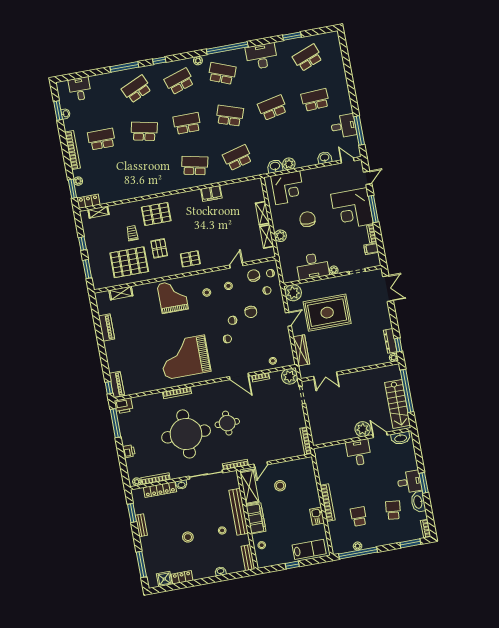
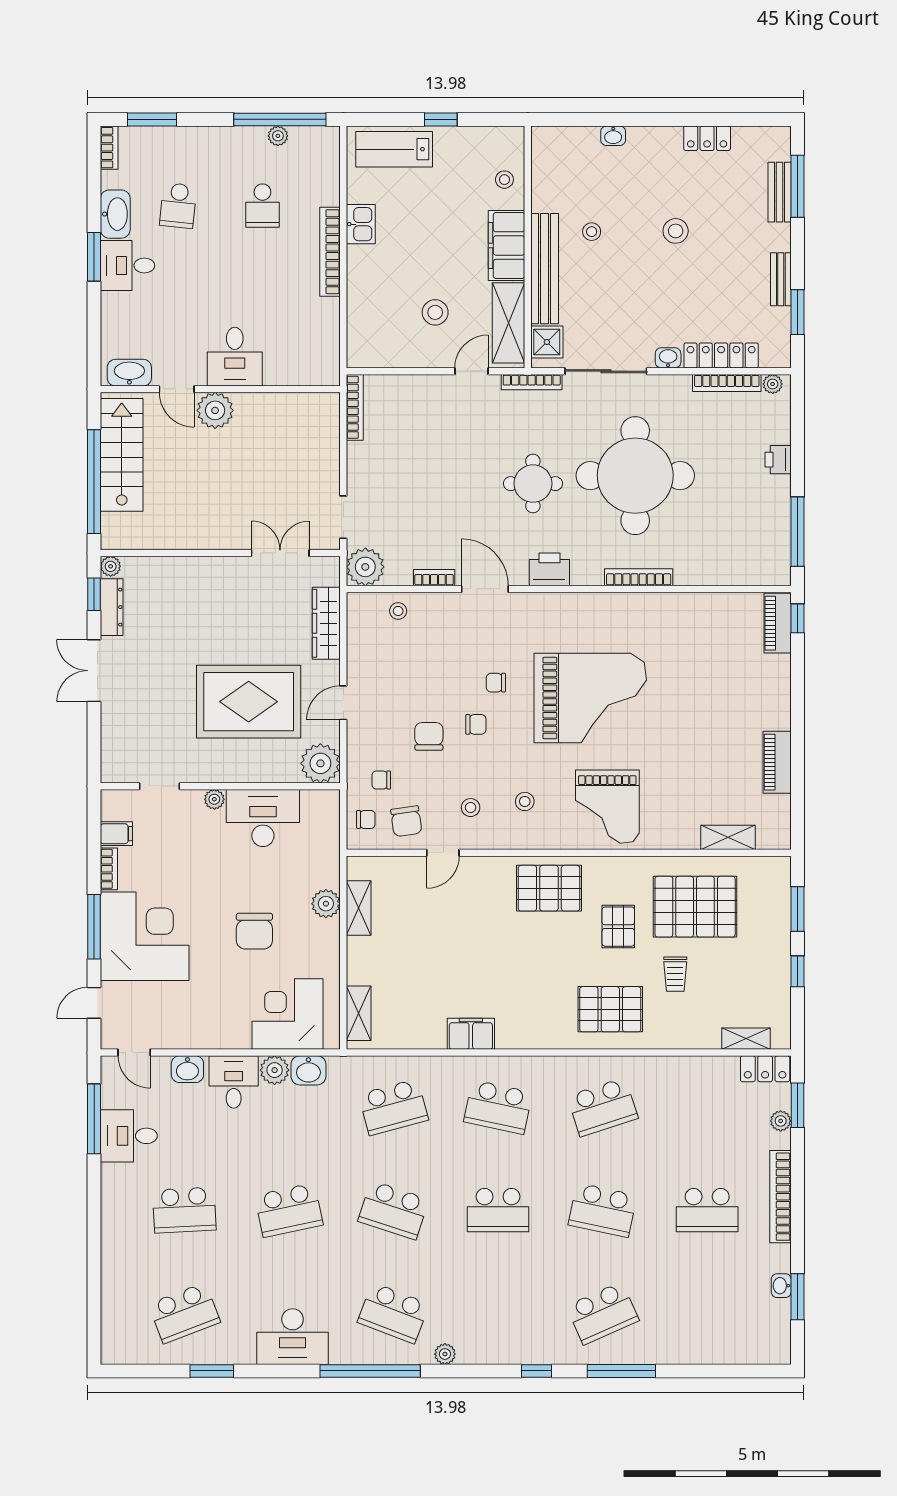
school desk: (179, 81) -> (603, 1107), moved
desk: (80, 89) -> (234, 1082), moved, turned 180
shelving: (262, 213) -> (359, 1013), moved
pallet: (190, 259) -> (549, 888), width x1.50, depth x1.42
double door: (388, 289) -> (94, 671), moved
grand piano: (185, 357) -> (590, 698), moved
printer: (124, 406) -> (549, 569), moved
bench: (248, 558) -> (780, 192), moved
shower: (164, 579) -> (547, 342), moved

